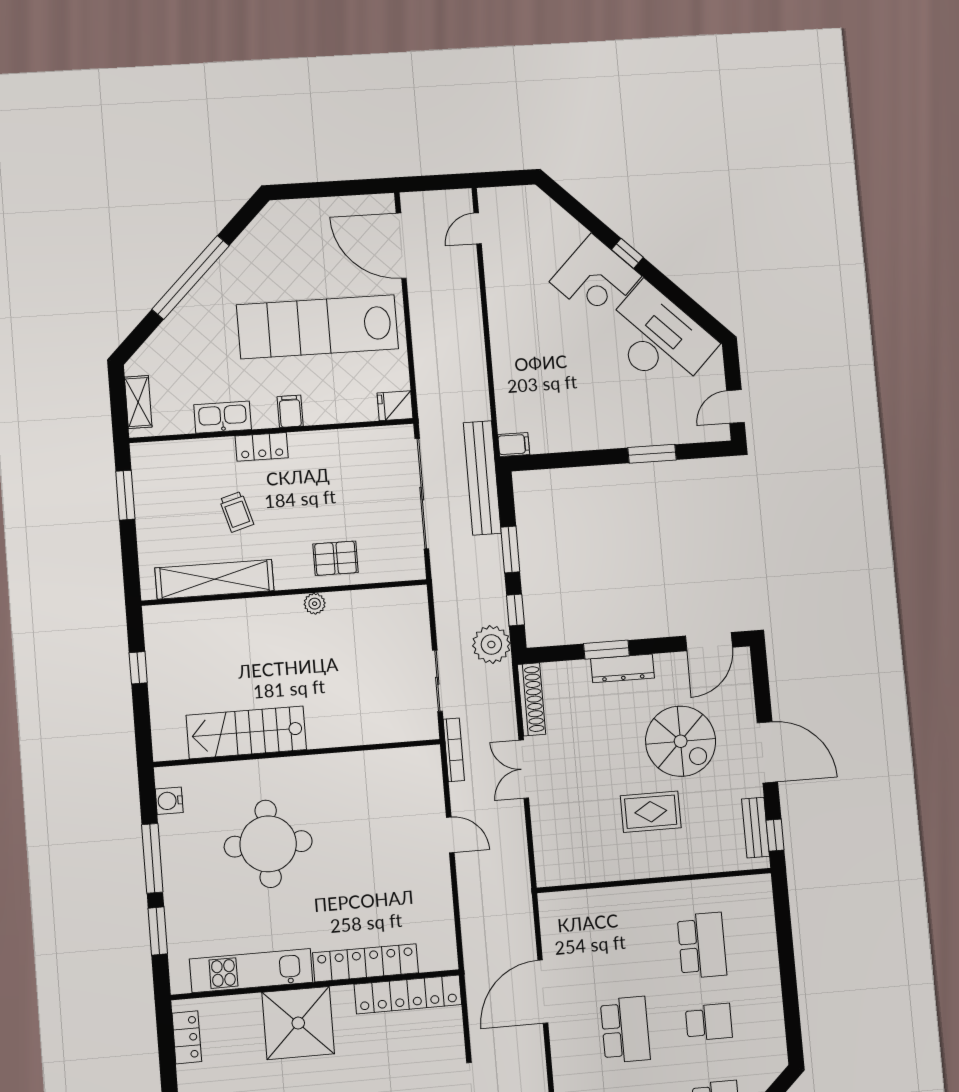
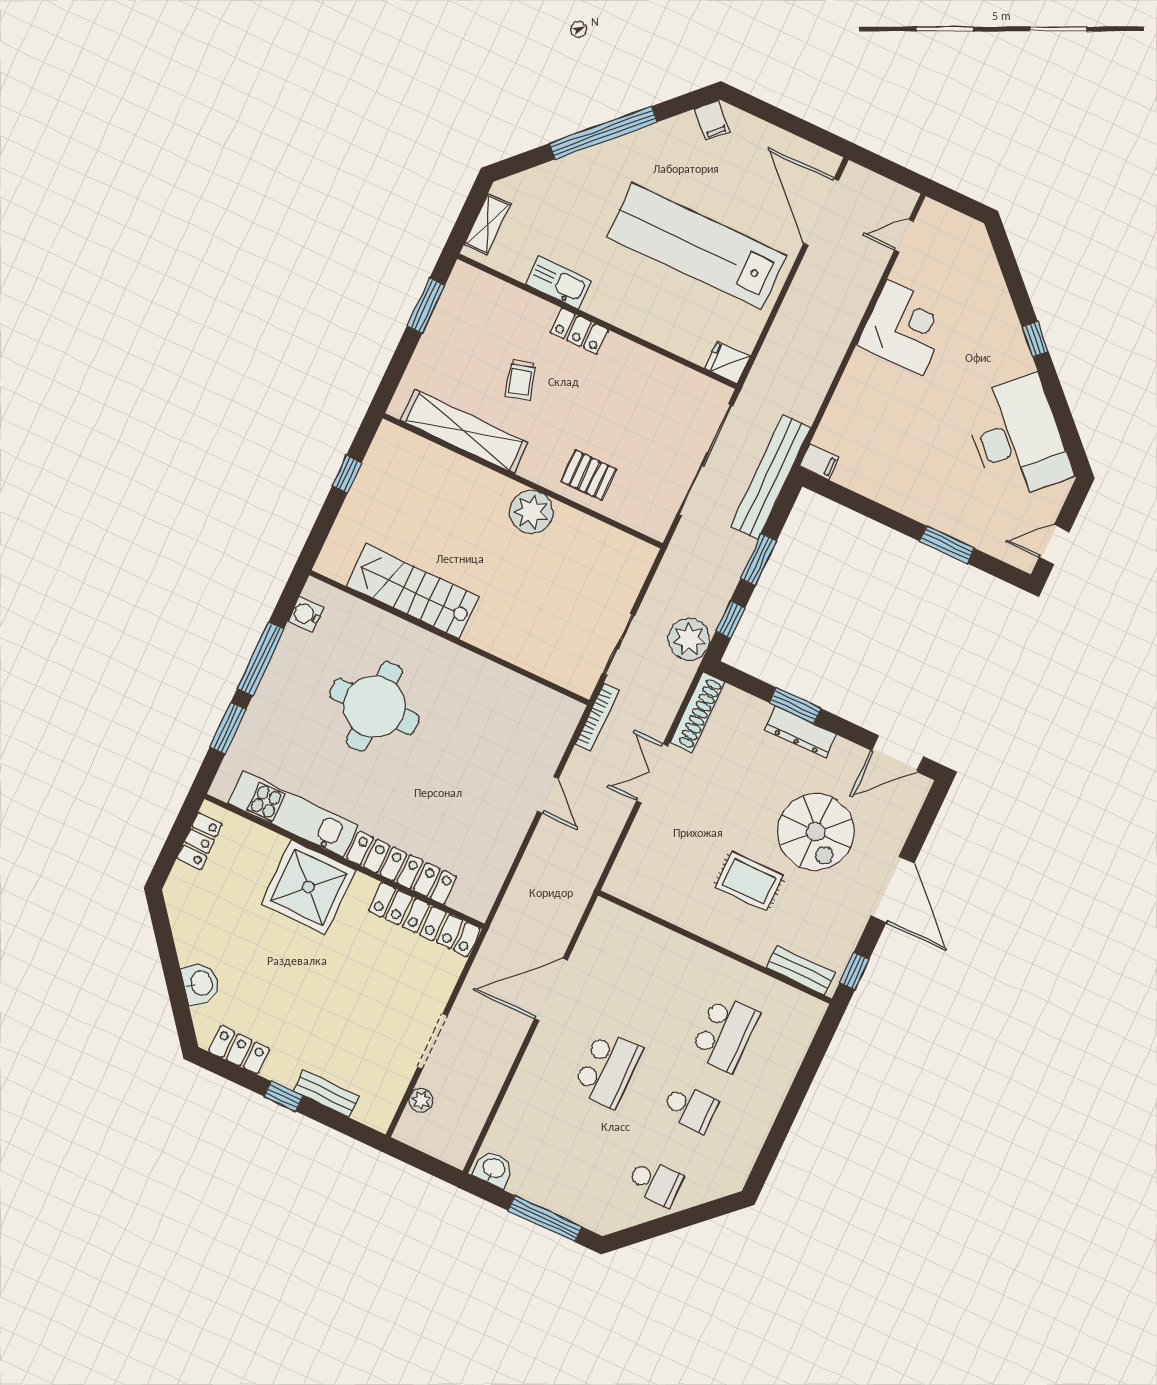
corner desk: (596, 279) -> (905, 327), moved, turned -135
filing cabinet: (290, 411) -> (712, 121), moved, turned 135
plant: (315, 604) -> (531, 512), width x1.88, depth x1.88
bench: (755, 828) -> (800, 970), moved, turned 90

